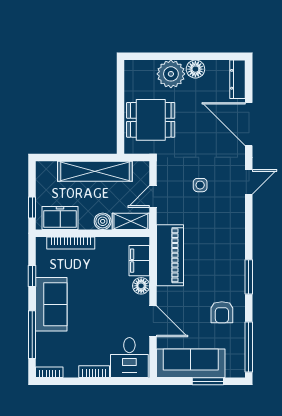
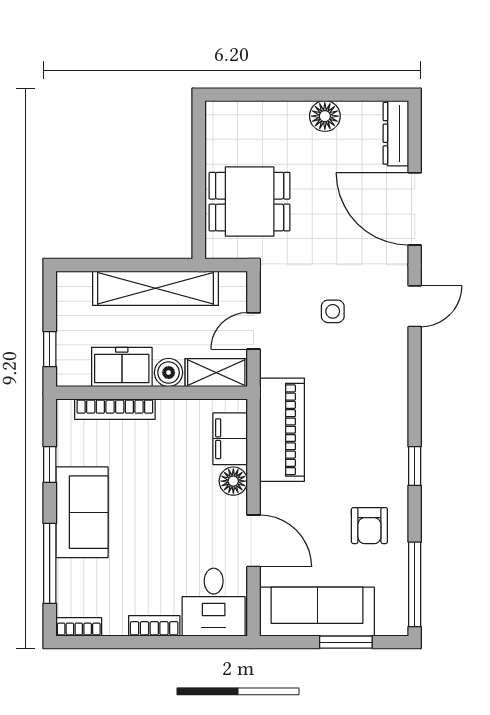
plant: (171, 74) -> (284, 124), removed
freezer: (60, 218) -> (122, 367), moved
window: (249, 277) -> (415, 466), width x0.67

